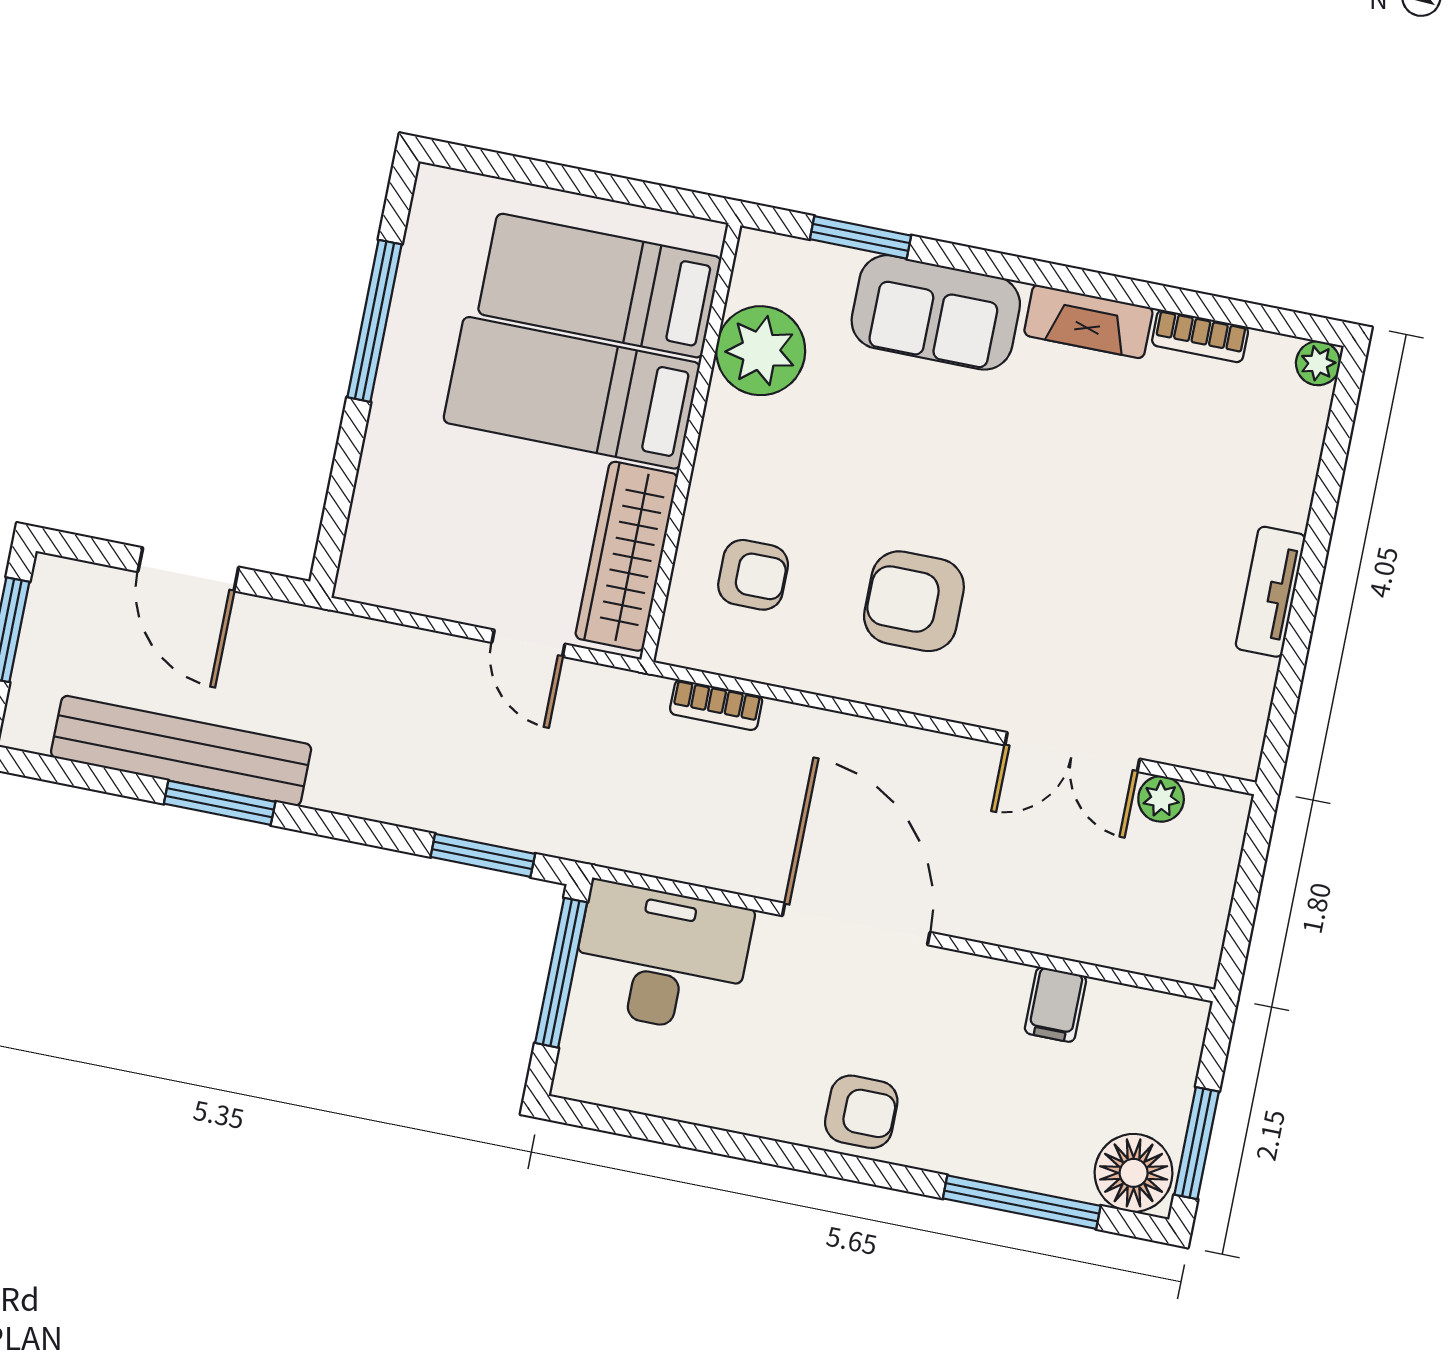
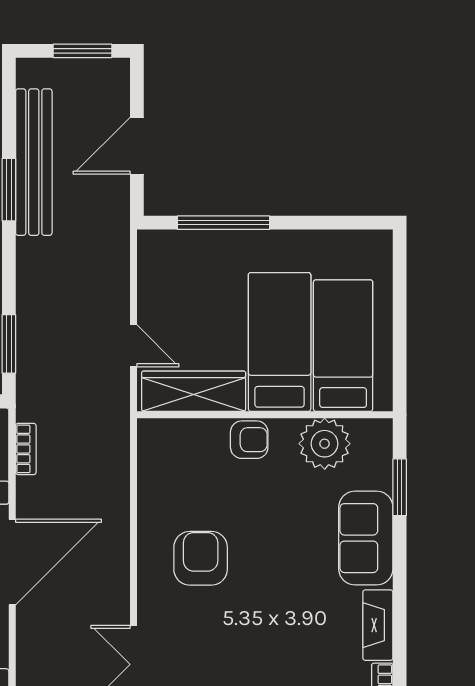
window: (374, 321) -> (223, 223), moved
armchair: (753, 575) -> (249, 440), moved, turned -90
door: (528, 643) -> (133, 346), swing flipped
bookcase: (716, 705) -> (26, 449), moved, turned 180

